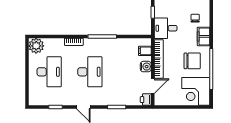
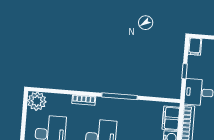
filing cabinet: (145, 51) -> (171, 118), width x2.00

